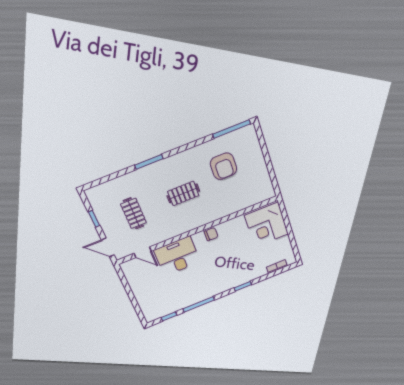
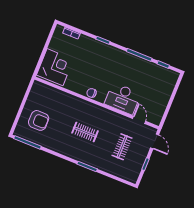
armchair: (224, 166) -> (39, 120), moved, turned 90

